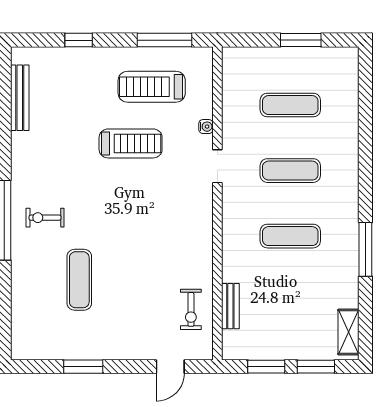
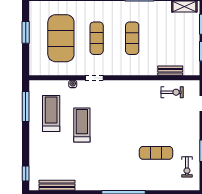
window: (79, 40) -> (26, 173), moved
treadmill: (152, 87) -> (51, 114), turned 180
exercise mat: (290, 105) -> (61, 38), width x2.00, depth x1.45
exercise bike: (45, 218) -> (187, 167), moved

